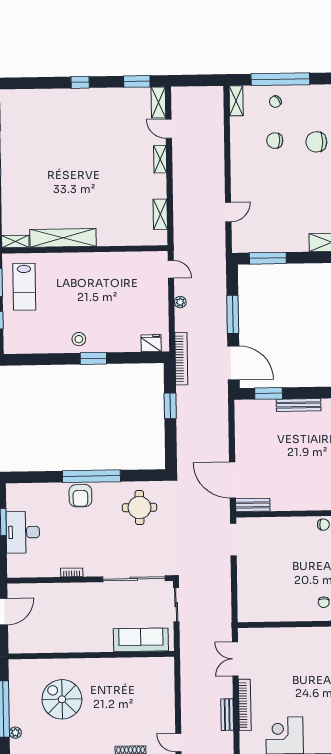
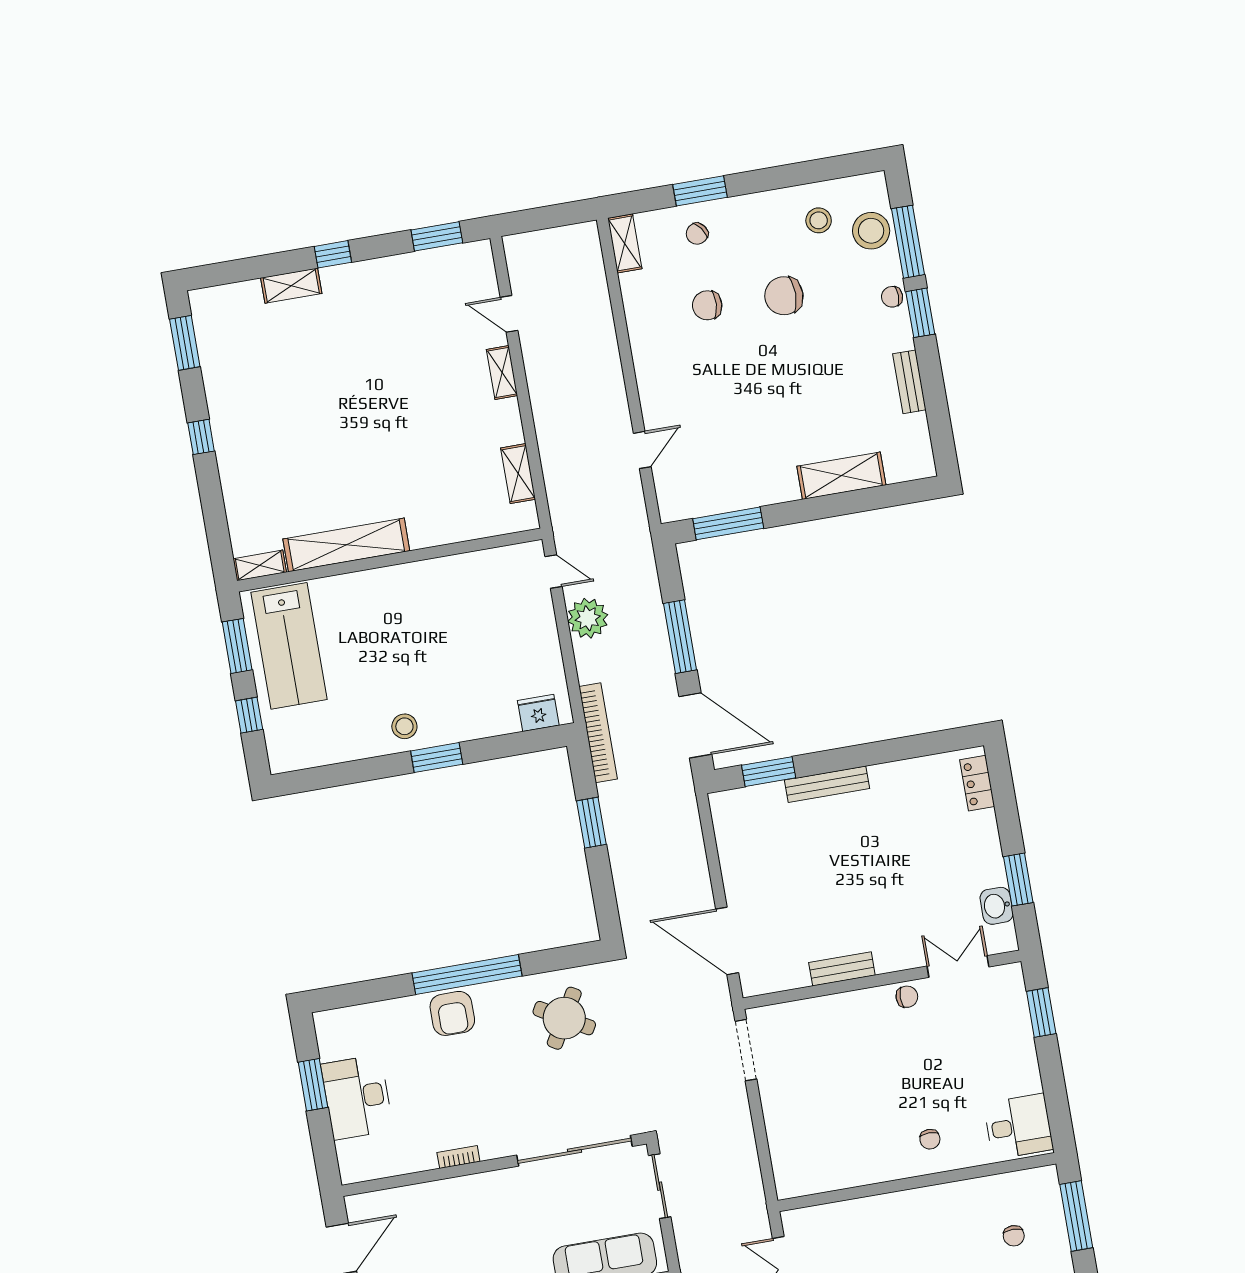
window: (280, 79) -> (700, 191), width x0.47
shelving: (158, 102) -> (291, 286), moved, turned 90
lab bench: (24, 287) -> (289, 646), width x1.36, depth x1.39
plant: (180, 302) -> (588, 618), width x1.87, depth x1.87
bench: (253, 505) -> (842, 969), moved
round table: (139, 507) -> (564, 1018), turned 30

